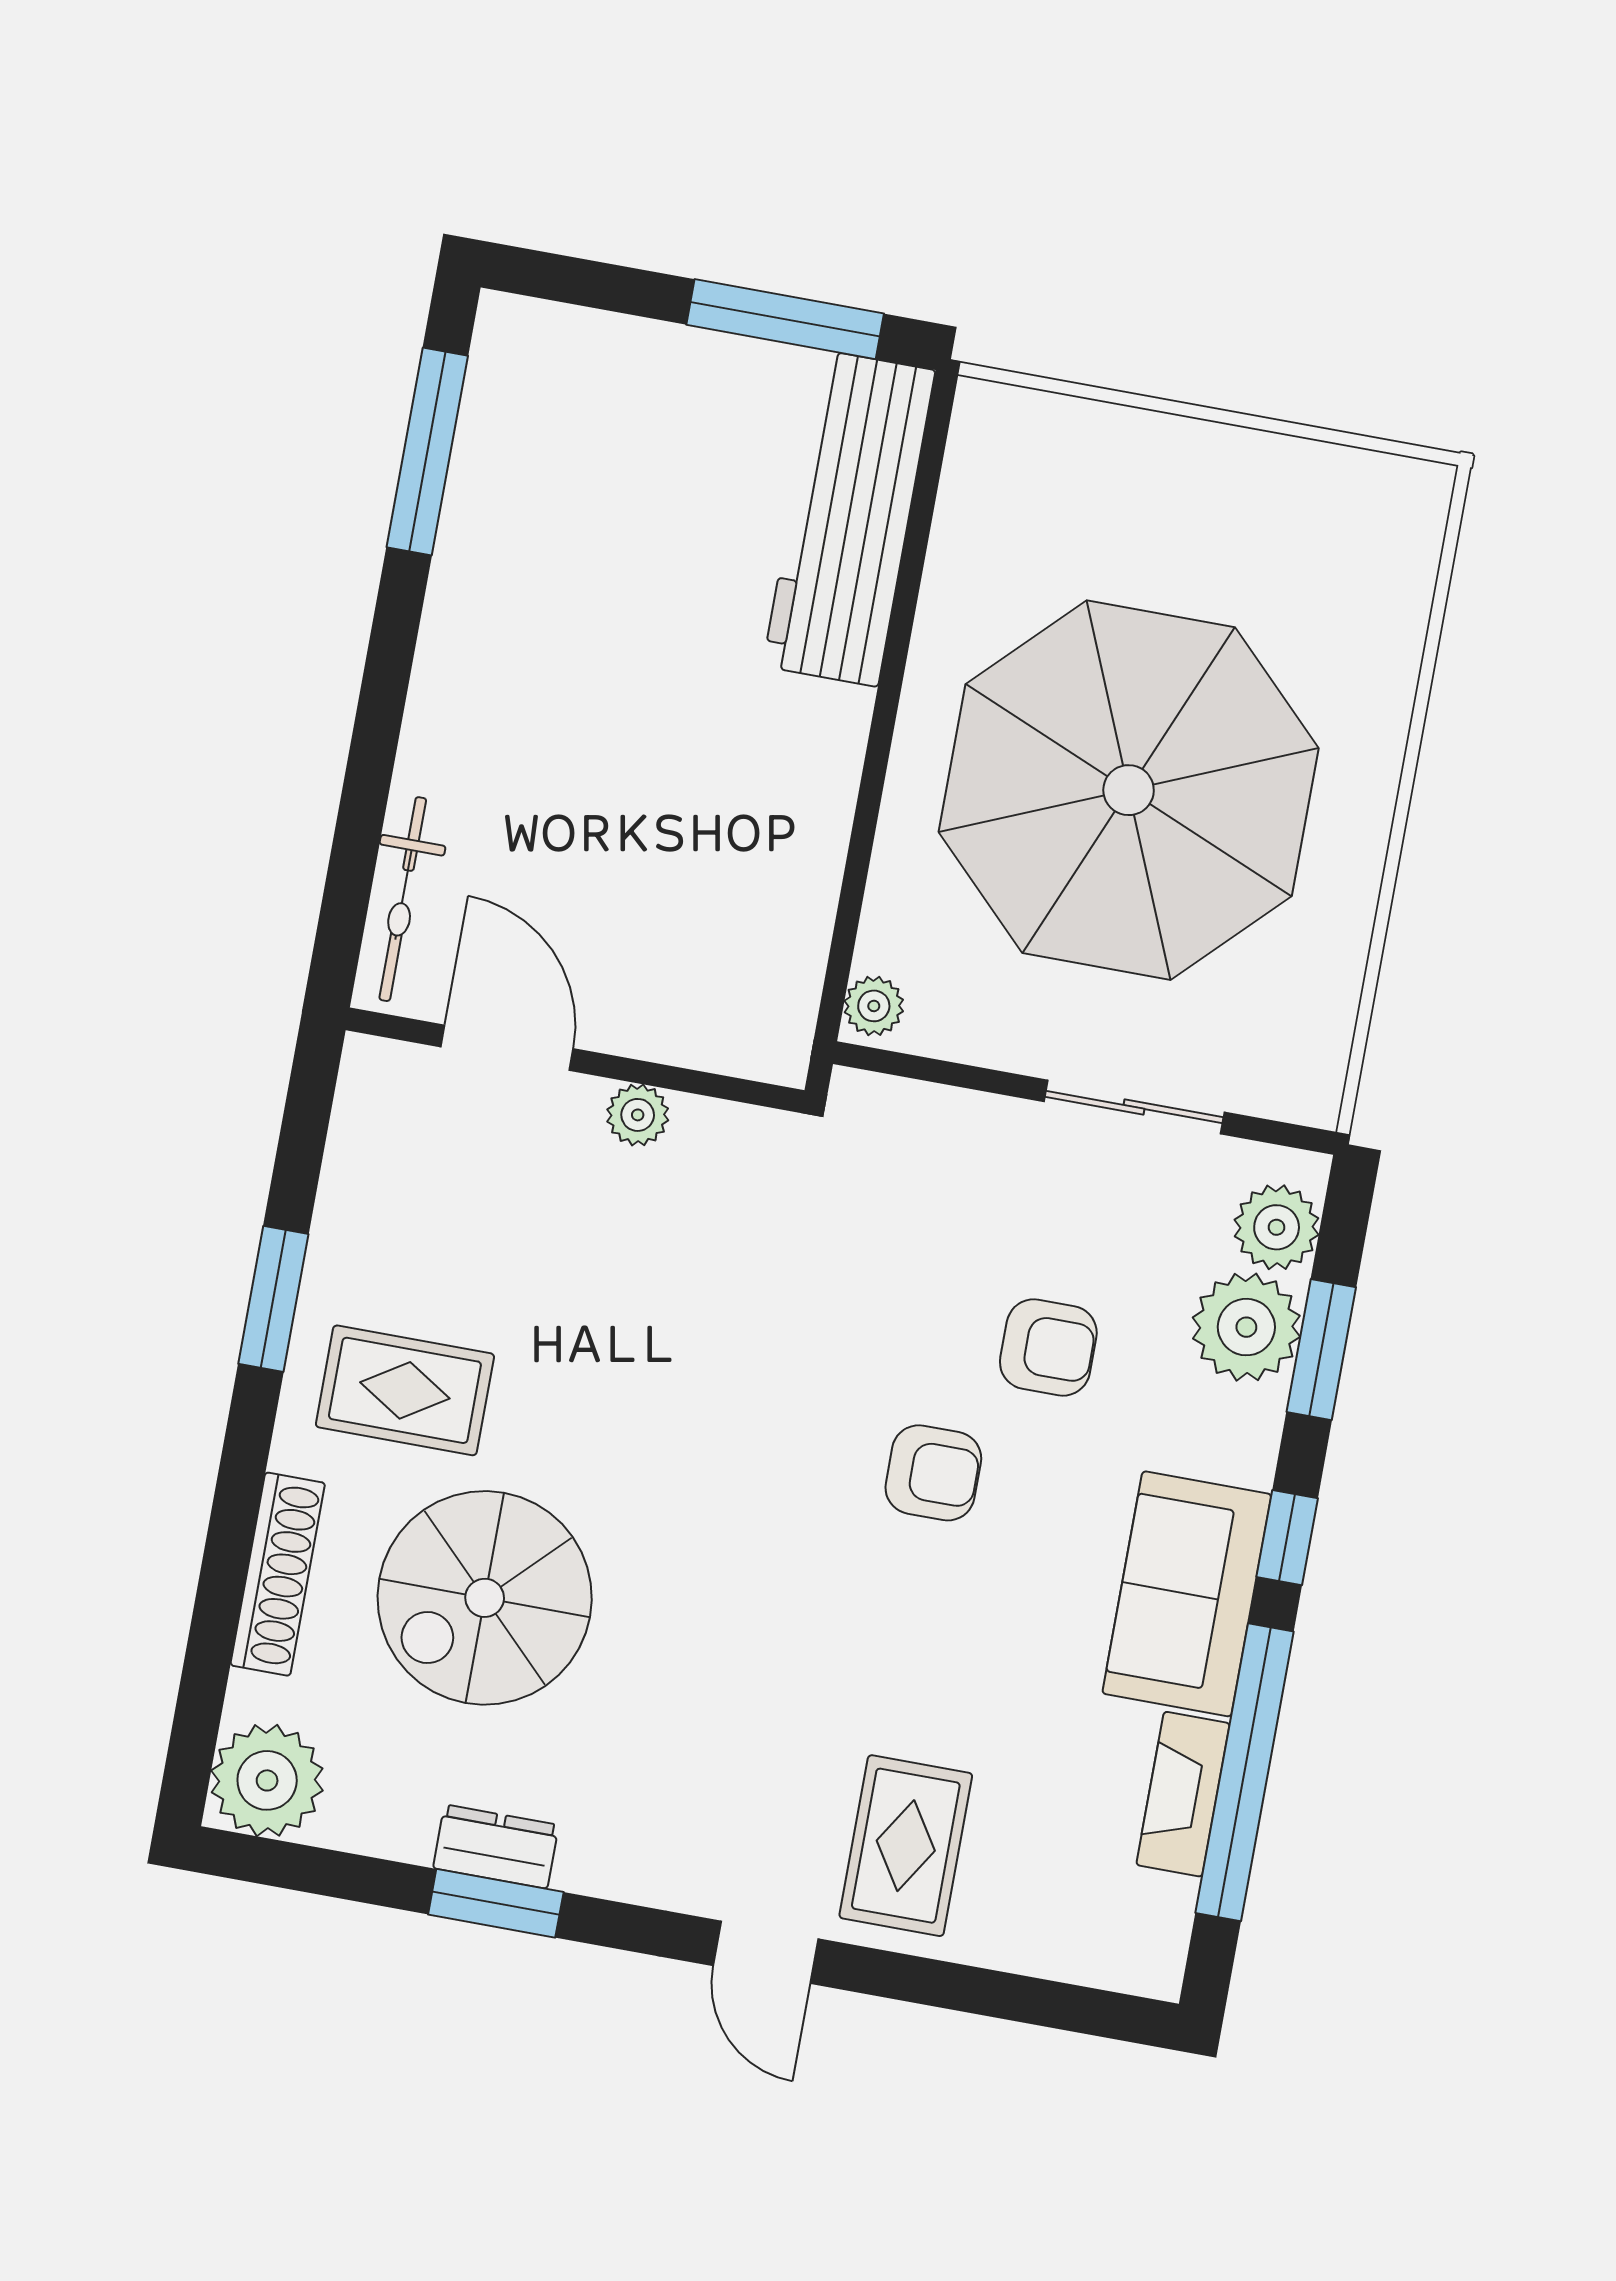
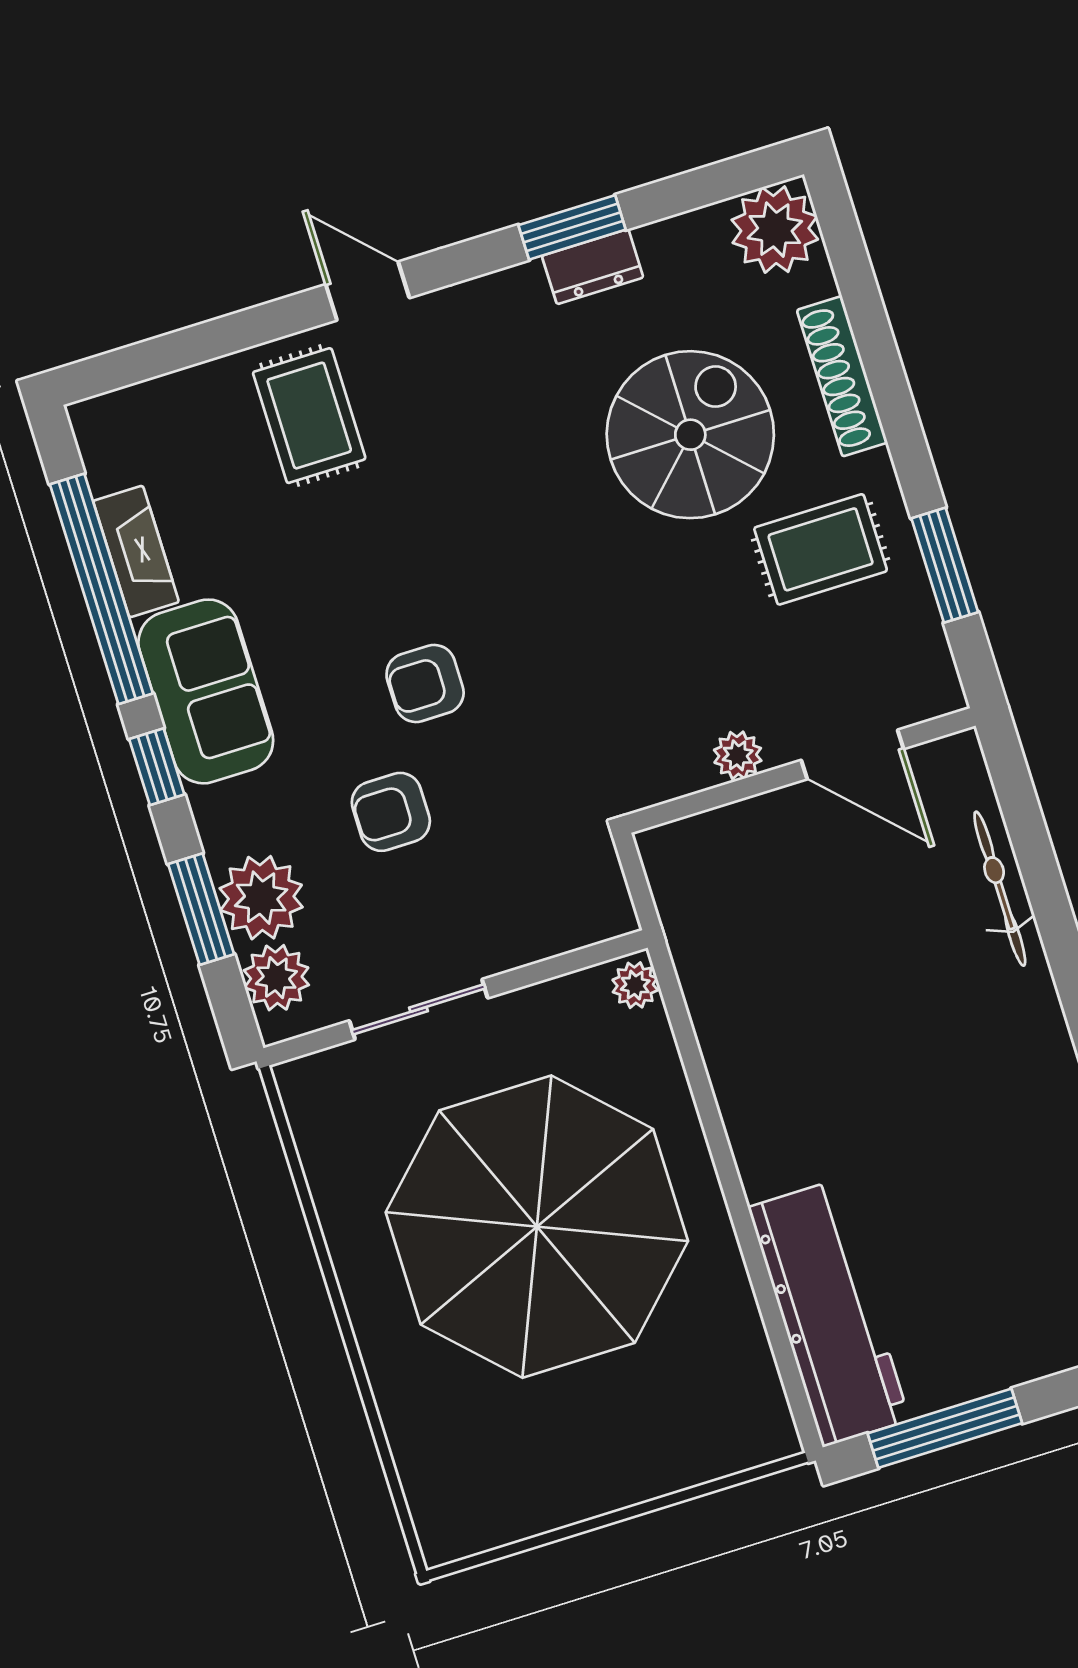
door: (507, 1048) -> (852, 754), moved
wall: (575, 1060) -> (801, 771), moved
plant: (638, 1115) -> (738, 755), moved

